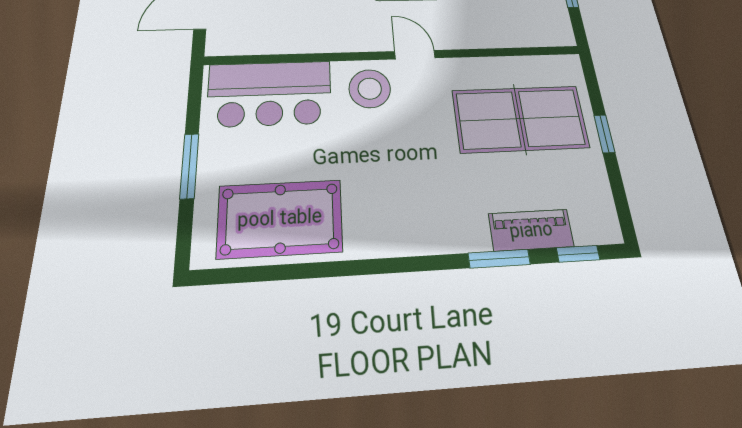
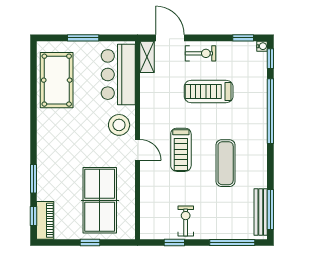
shelving: (236, 43) -> (147, 57), added
door: (415, 55) -> (137, 150), hinge flipped
piano: (531, 230) -> (45, 220), moved

